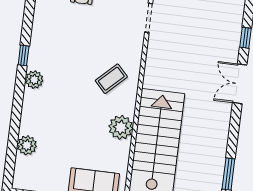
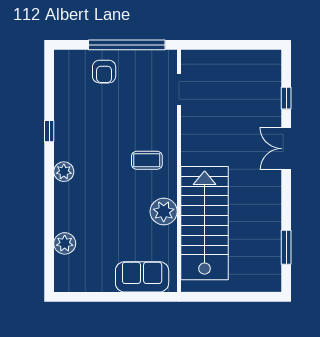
window: (24, 55) -> (49, 131), moved
coffee table: (111, 79) -> (147, 160), turned 44

